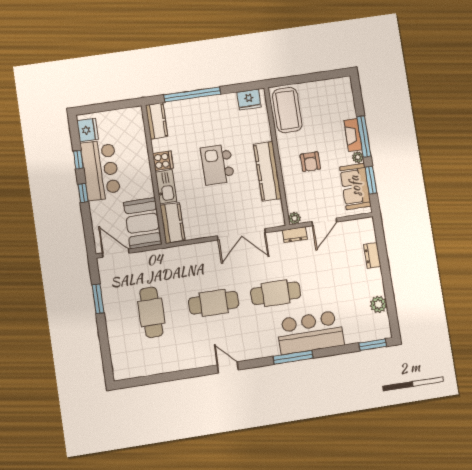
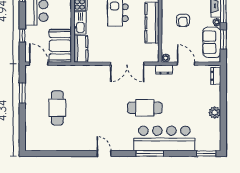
window: (83, 193) -> (22, 35), moved
door: (324, 222) -> (186, 64), swing flipped
dresser: (372, 255) -> (216, 76), moved
cafe table: (214, 303) -> (101, 108), removed
plant: (378, 304) -> (215, 112), moved
bar counter: (310, 332) -> (164, 138), width x1.36

